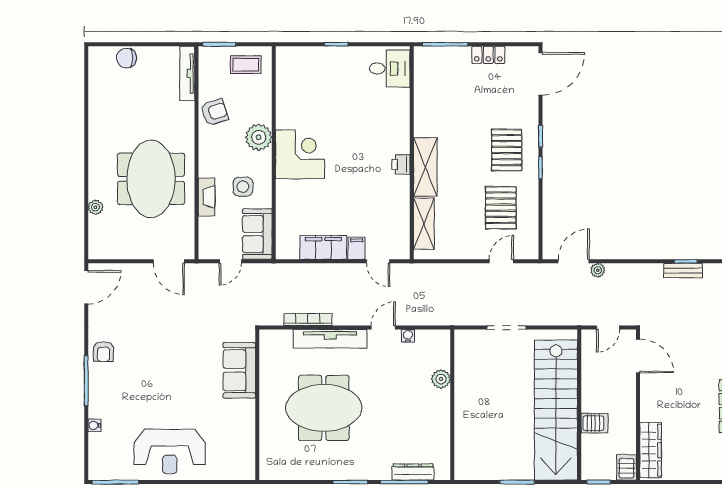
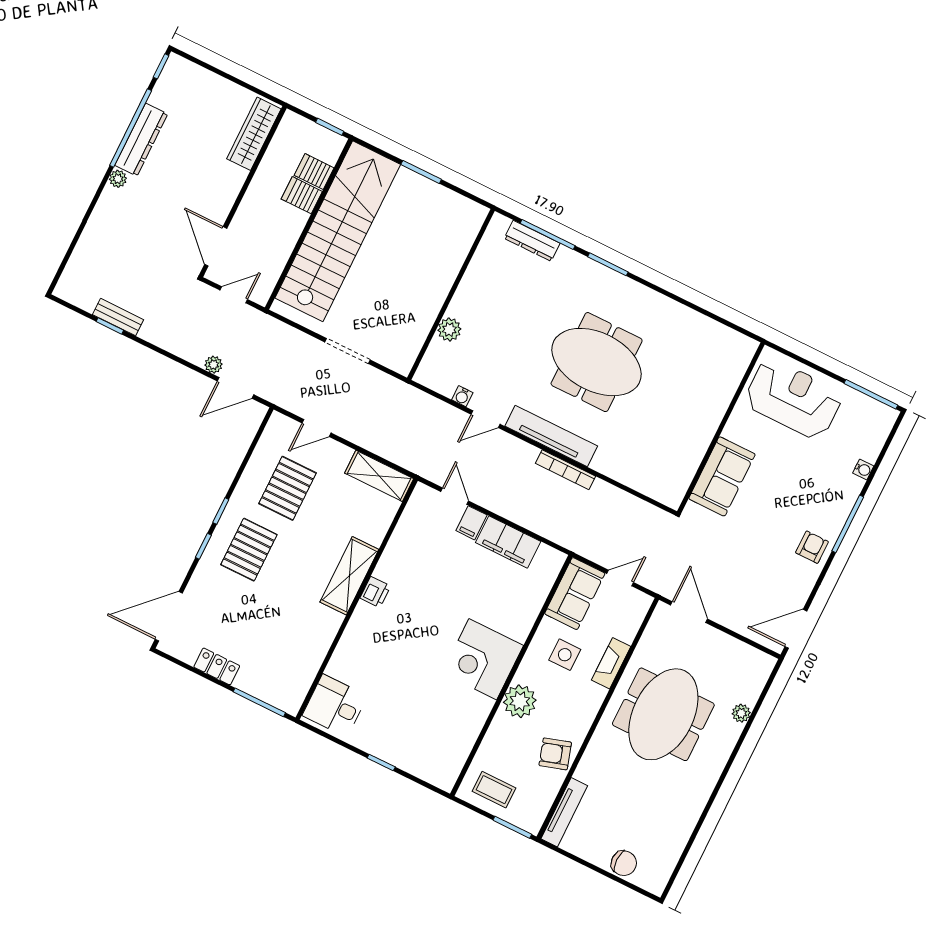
shelving: (424, 224) -> (379, 476), moved, turned 90
sofa: (239, 370) -> (722, 476), moved
wall: (257, 405) -> (721, 428), moved
server rack: (626, 467) -> (314, 172), moved, turned 90

